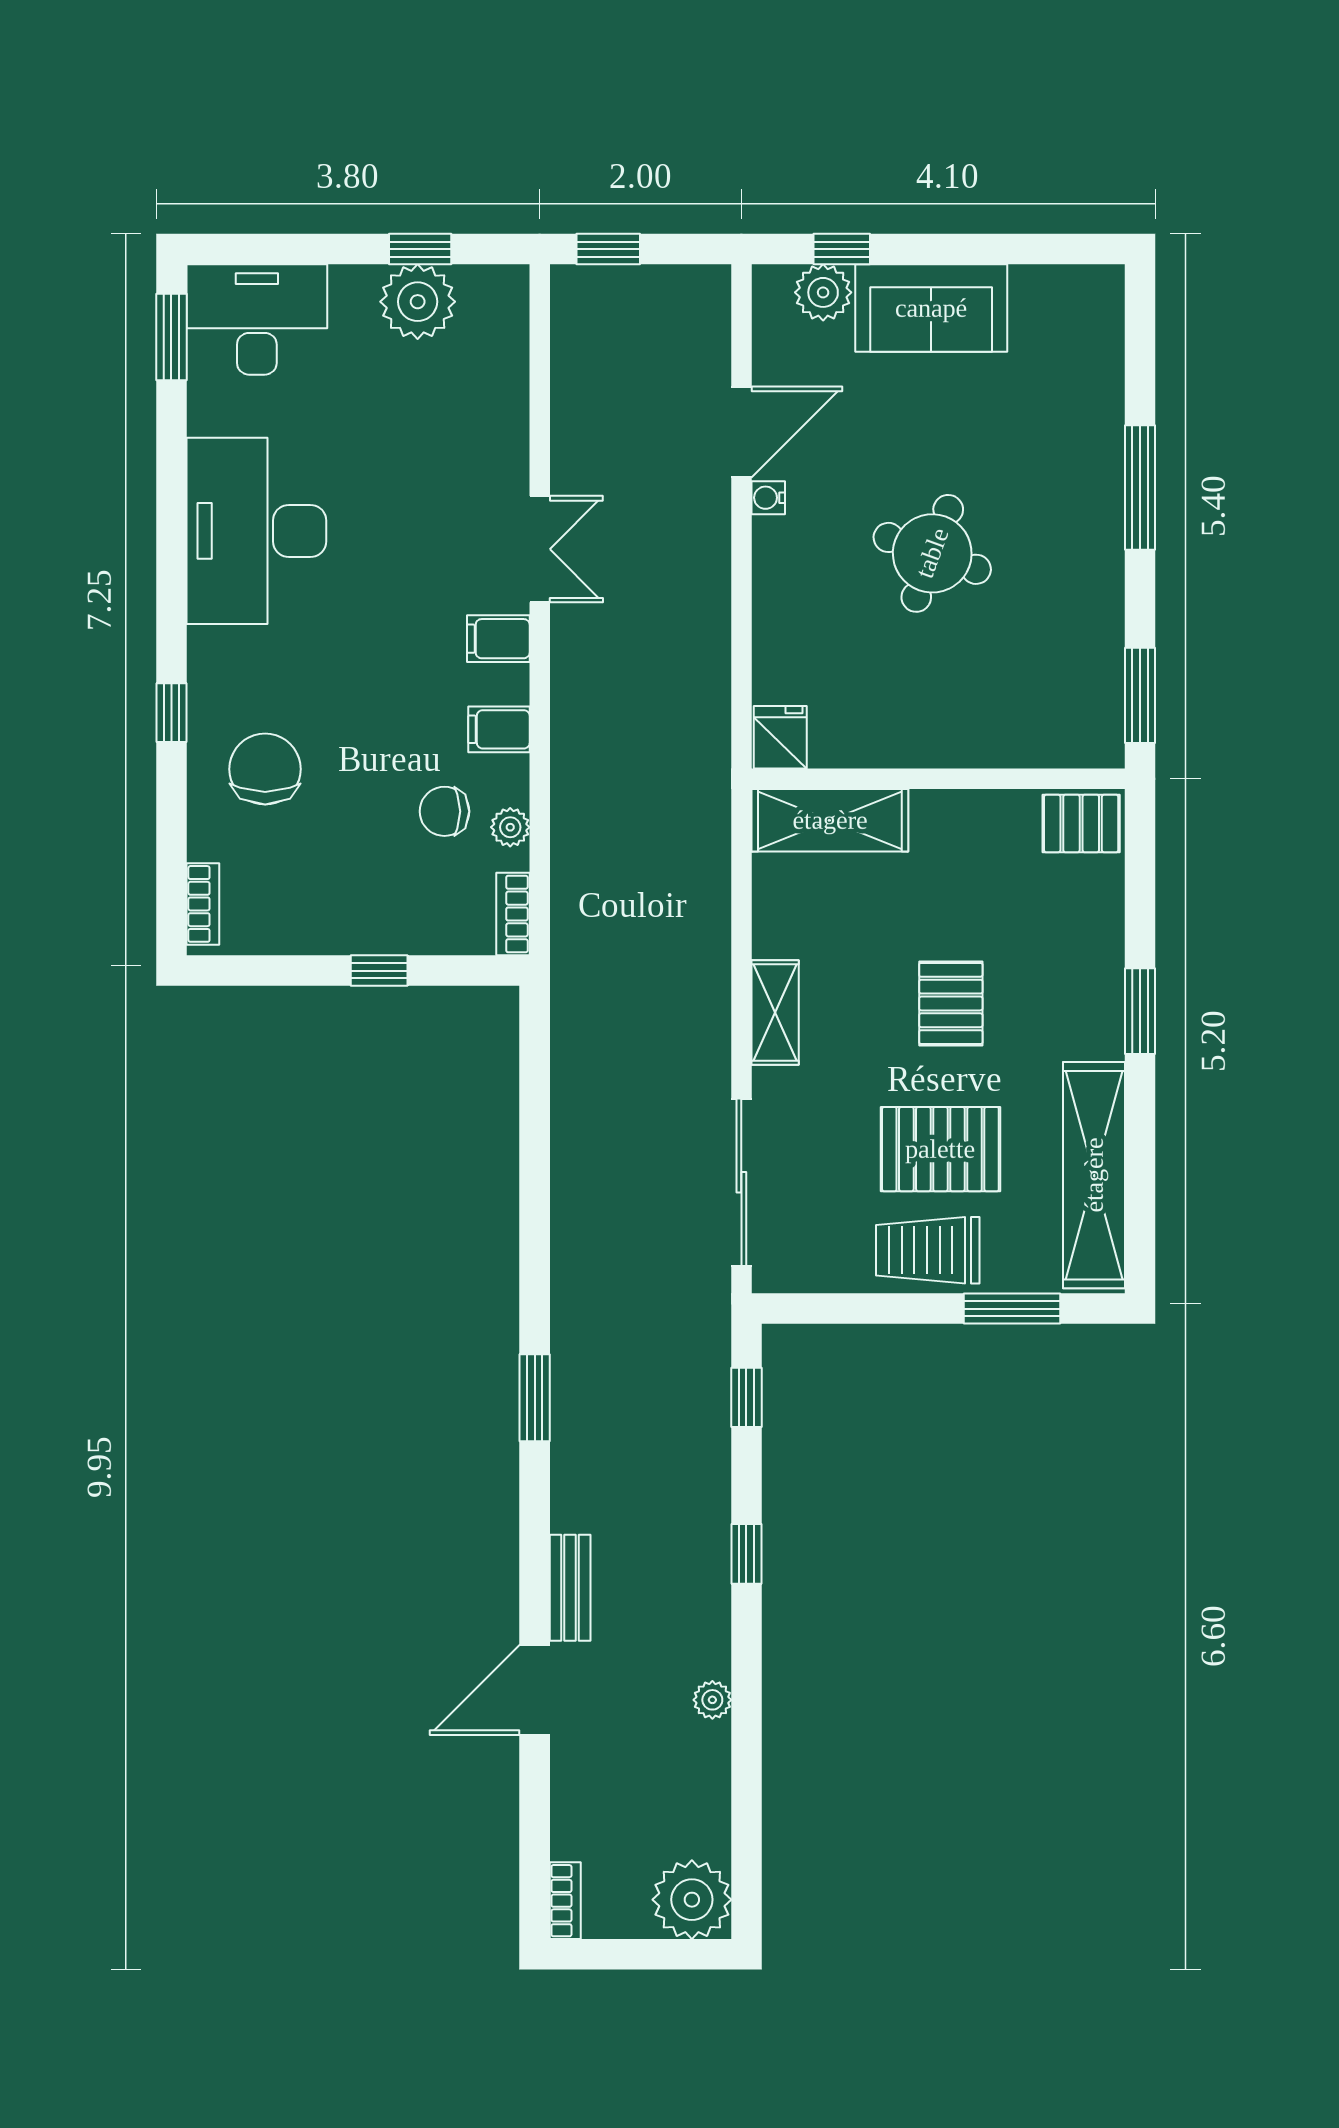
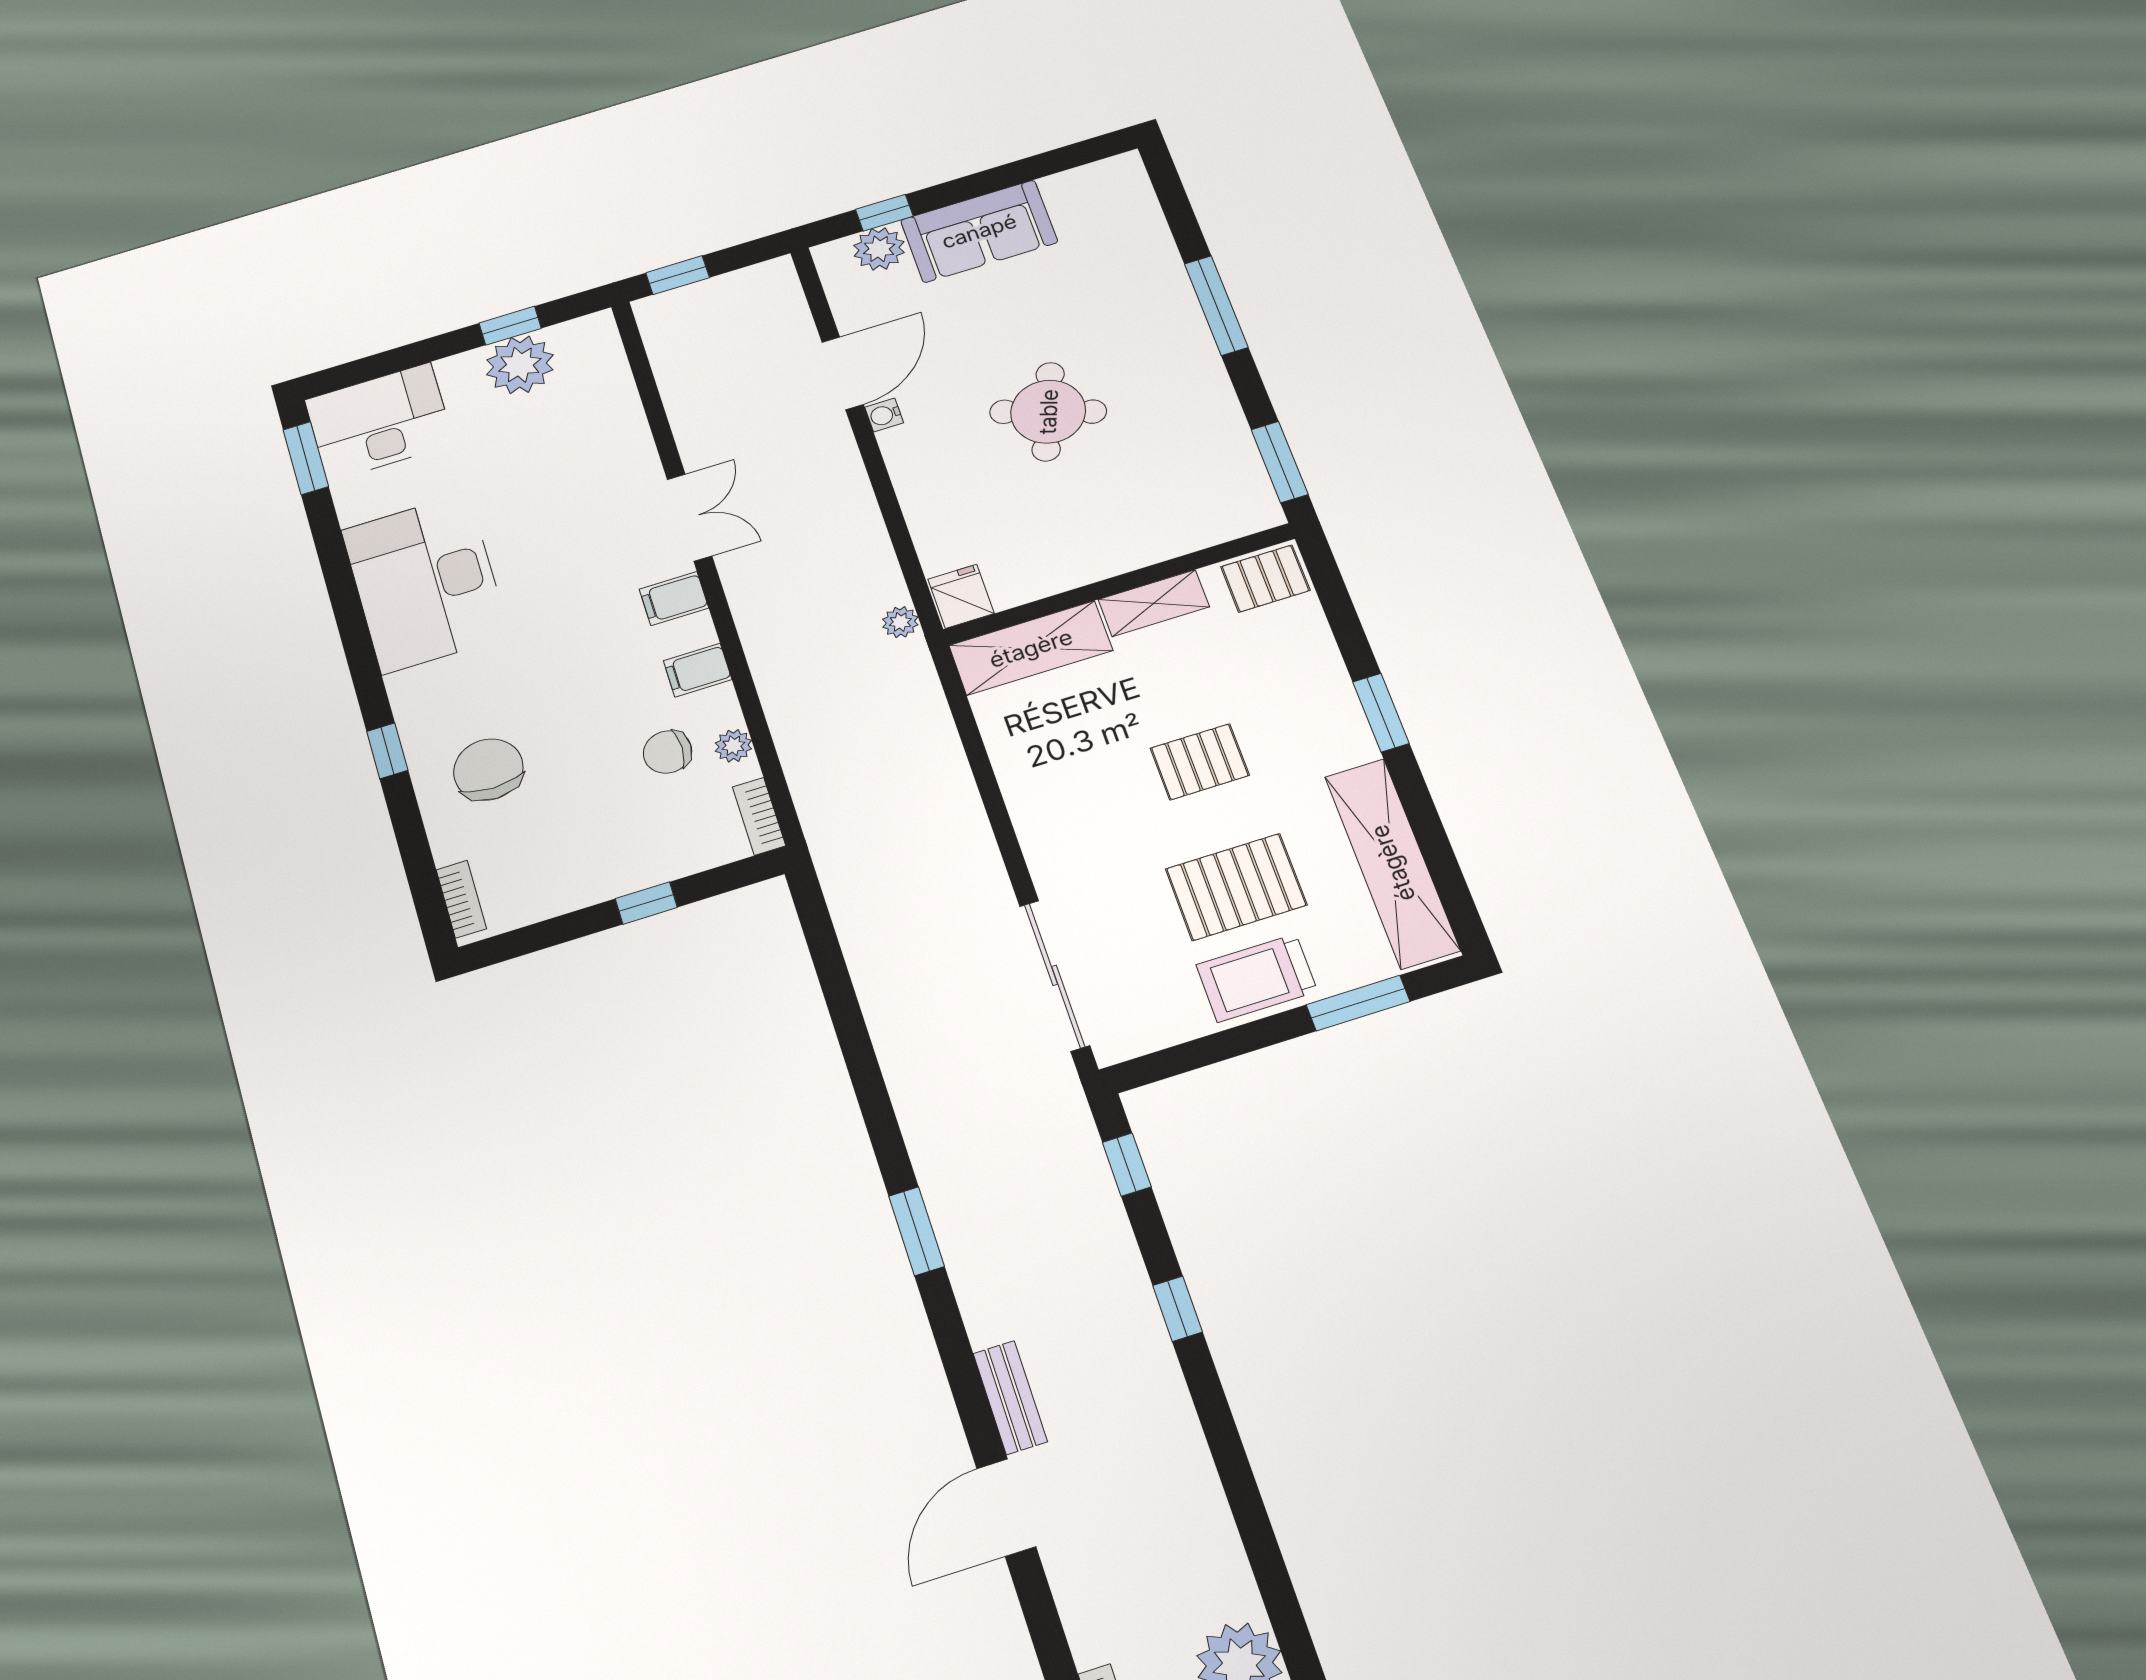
pallet: (951, 1003) -> (1200, 762), turned 90
shelving: (775, 1012) -> (1154, 603), moved, turned 90
plant: (712, 1700) -> (900, 622), moved

